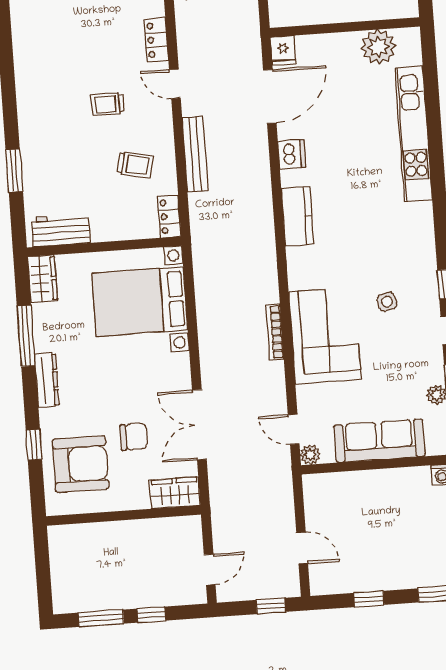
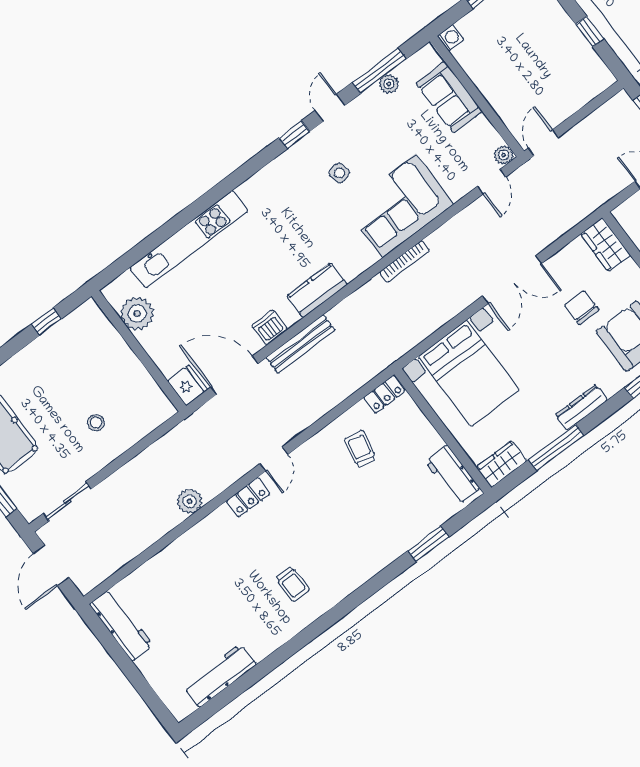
fridge: (283, 50) -> (187, 385), width x1.38
trolley: (108, 104) -> (292, 584), moved
bench: (195, 154) -> (301, 344), moved
bookcase: (275, 332) -> (405, 261), moved
double door: (199, 425) -> (512, 280), moved
sofa: (379, 441) -> (449, 97), width x0.73
door: (302, 548) -> (543, 143), moved

